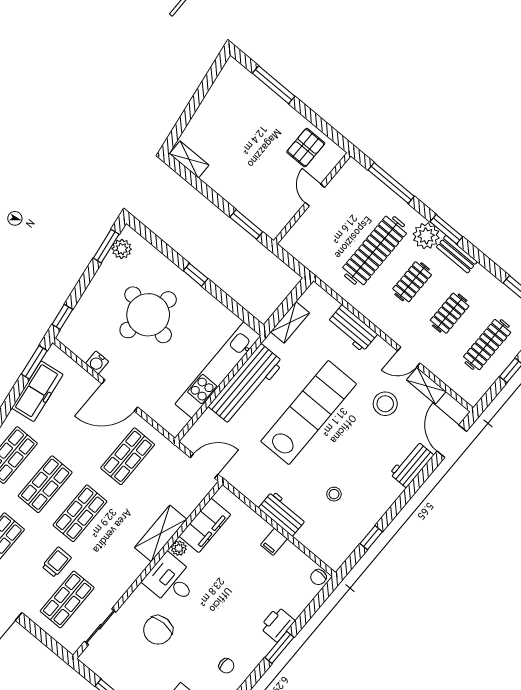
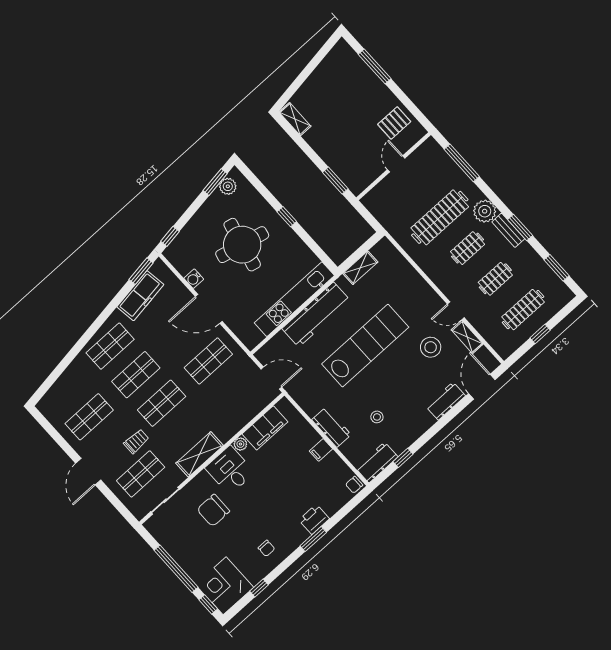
window: (446, 229) -> (520, 227), moved
workbench: (352, 328) -> (377, 462), moved, turned 90
shelving: (161, 533) -> (200, 454), moved

